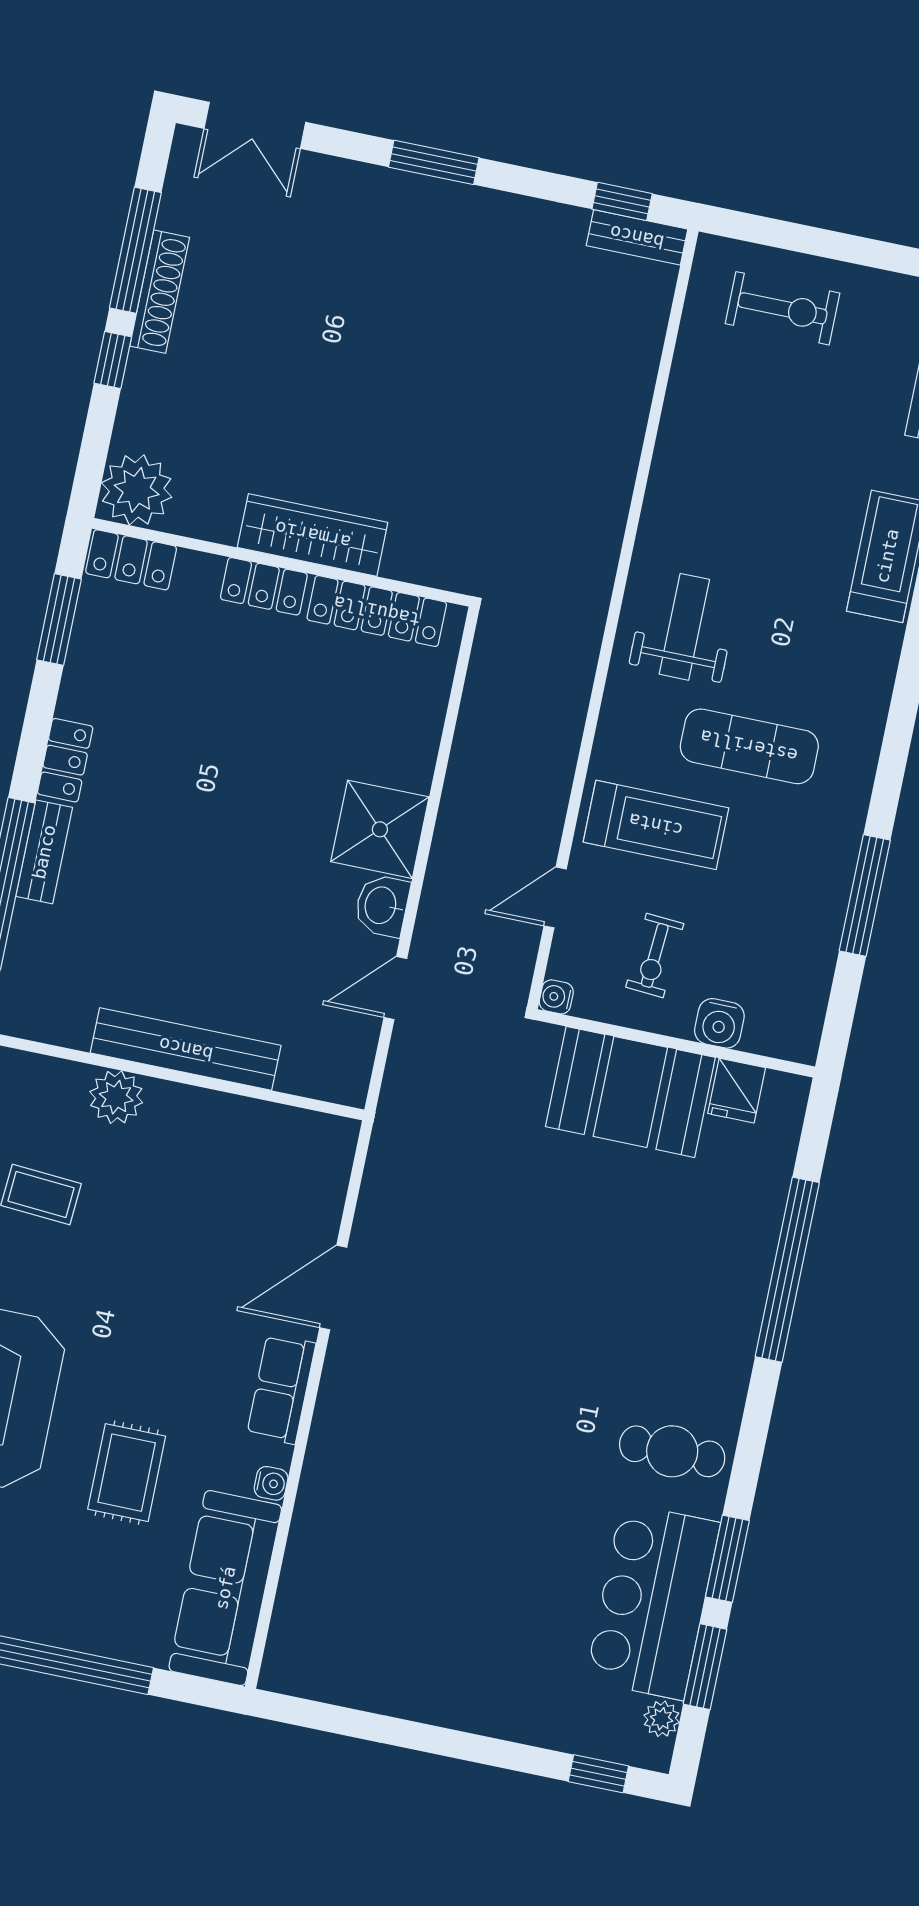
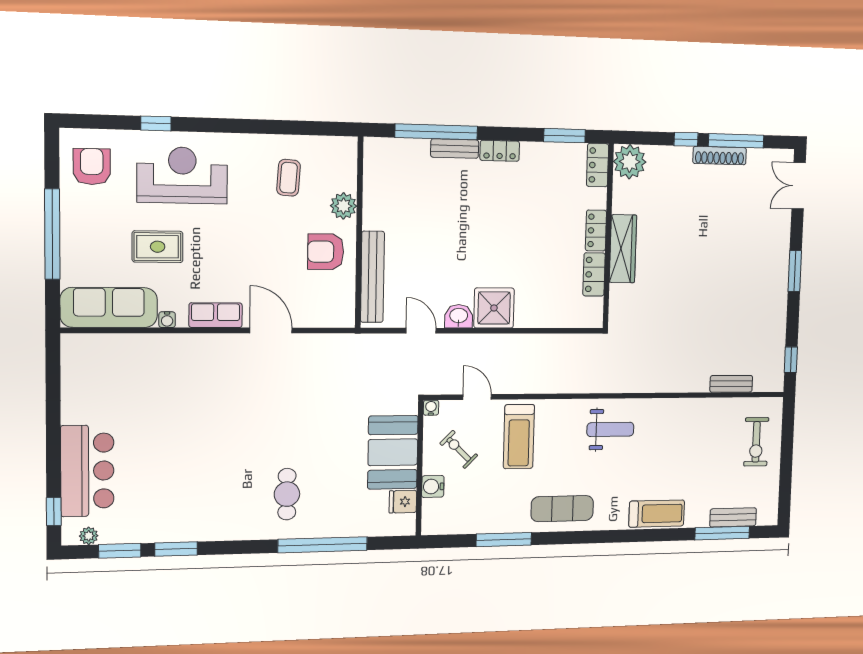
bench: (637, 237) -> (731, 384), moved, turned 90
locker: (377, 611) -> (594, 274), width x0.66
exercise mat: (749, 746) -> (562, 509), moved, turned 90
exercise bike: (655, 955) -> (459, 449), turned 41
bench: (186, 1049) -> (372, 277), moved
armchair: (199, 1150) -> (326, 252), added
cafe table: (672, 1451) -> (287, 494), moved
bar counter: (653, 1602) -> (87, 471), moved, turned 90

